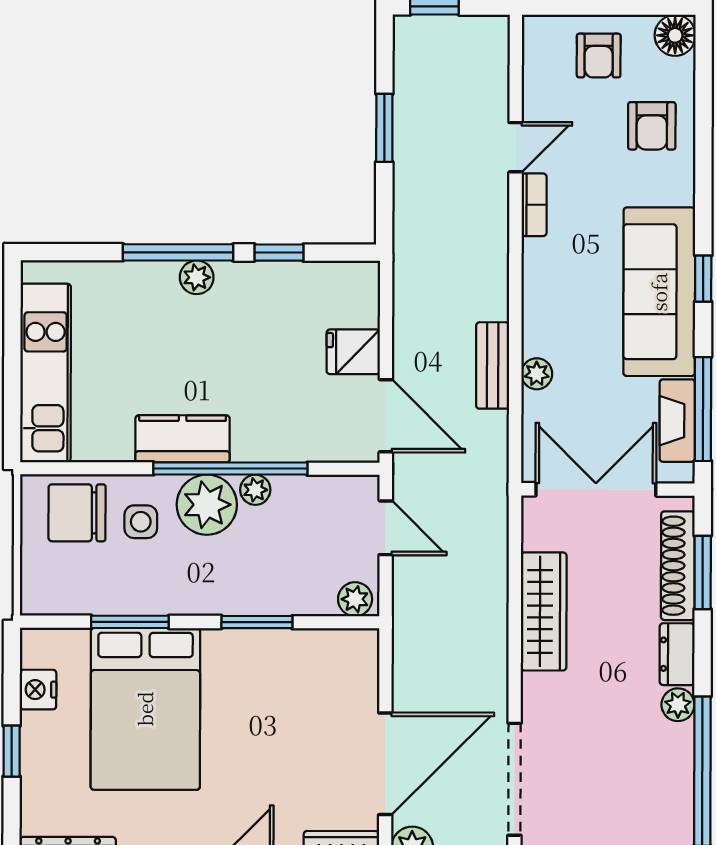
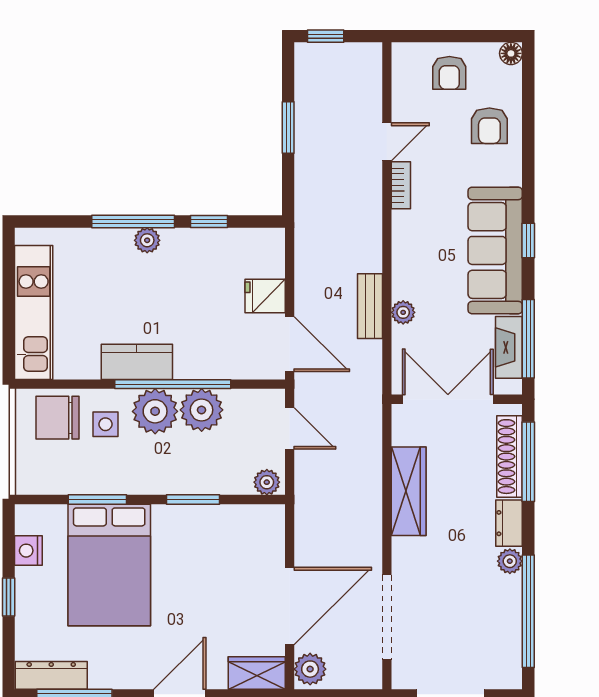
floor lamp: (675, 35) -> (511, 53), width x0.73, depth x0.73
plant: (255, 490) -> (202, 410), width x1.88, depth x1.88
window: (703, 573) -> (528, 462), width x1.44

